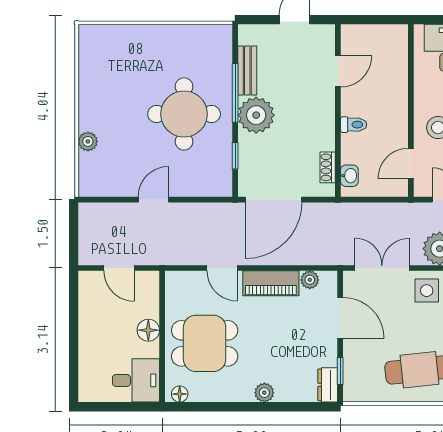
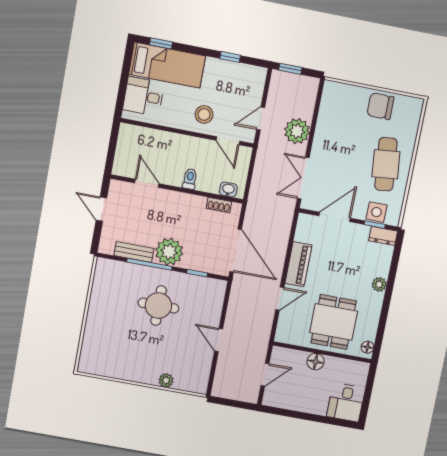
round table: (184, 114) -> (158, 306), width x0.73, depth x0.73
plant: (310, 280) -> (301, 235), removed
side table: (427, 291) -> (376, 212), moved
desk: (136, 380) -> (346, 402), moved, turned 180

